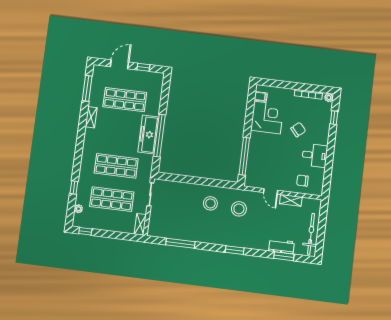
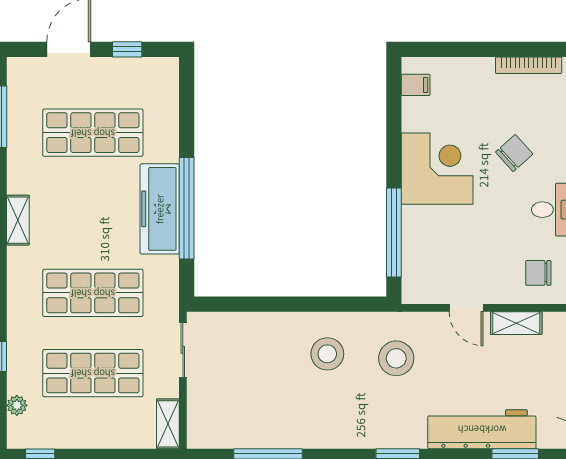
shelving: (91, 117) -> (18, 220), moved
corner desk: (267, 118) -> (437, 169), moved
workbench: (282, 246) -> (482, 429), width x1.88, depth x1.32

